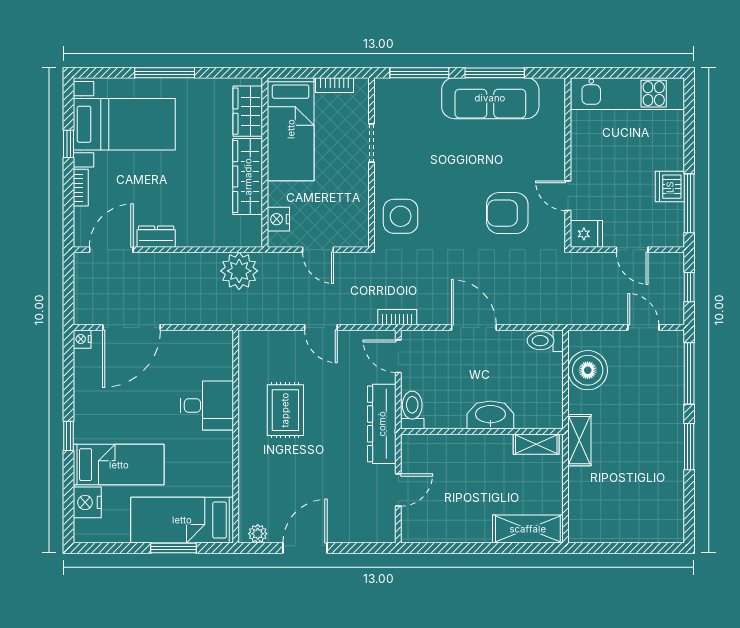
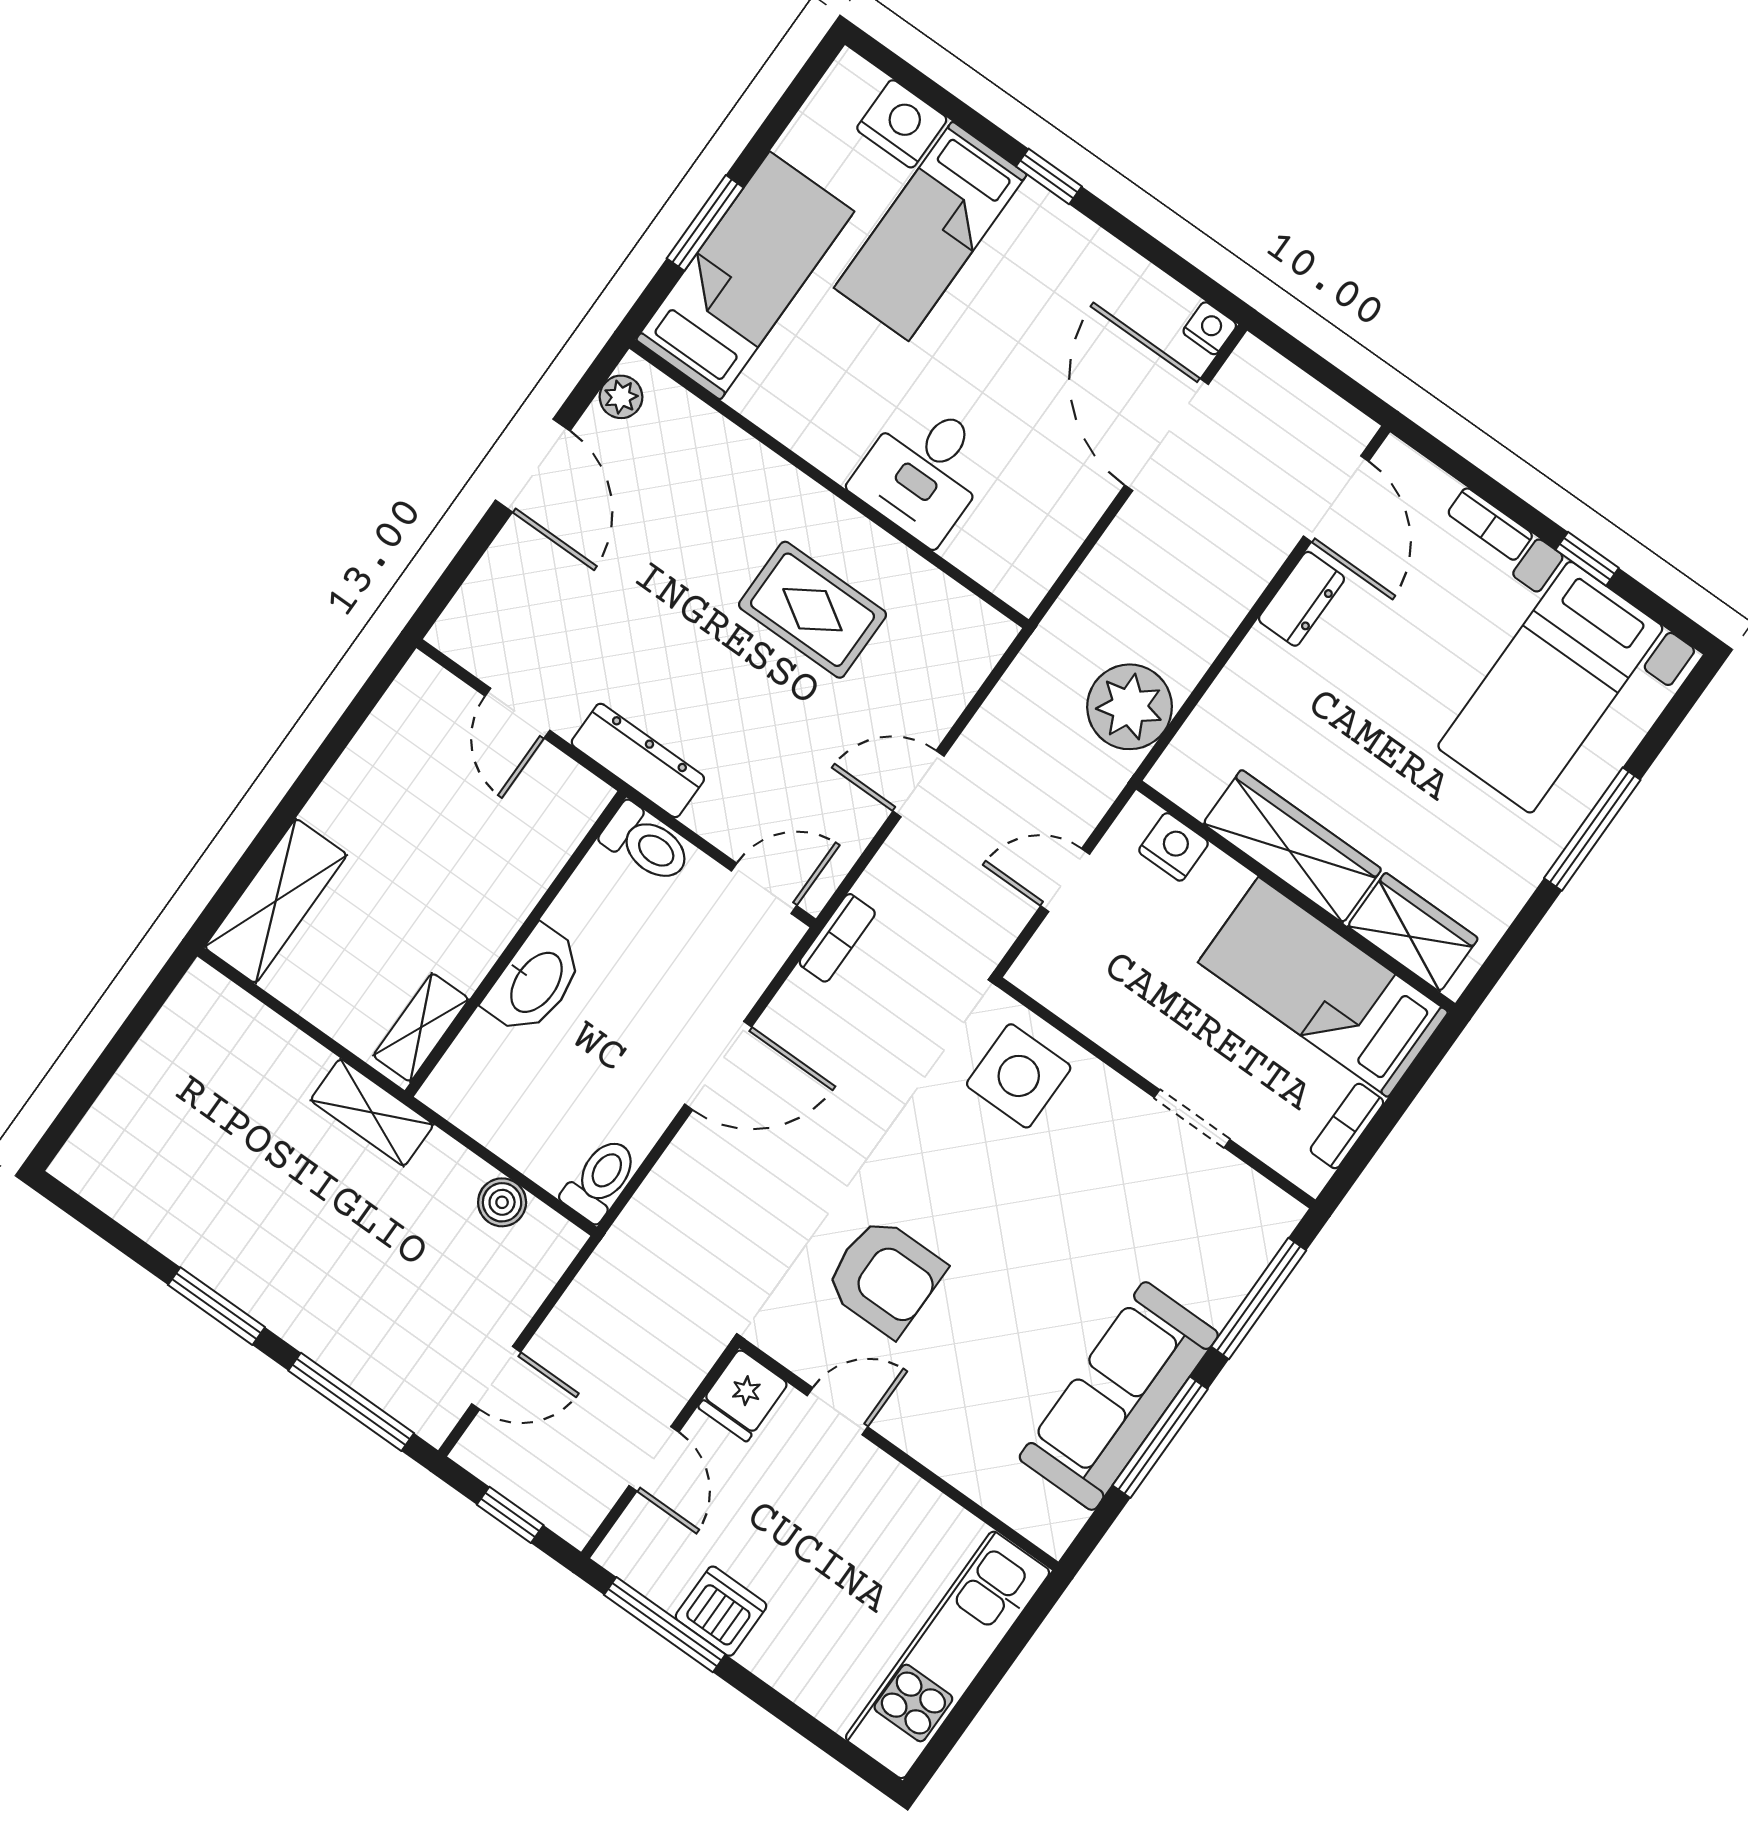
armchair: (507, 213) -> (885, 1277), turned 90
door: (632, 250) -> (654, 1459), swing flipped
boiler: (588, 370) -> (502, 1202), width x0.54, depth x0.54
dresser: (382, 424) -> (638, 760), width x0.73, depth x0.80

